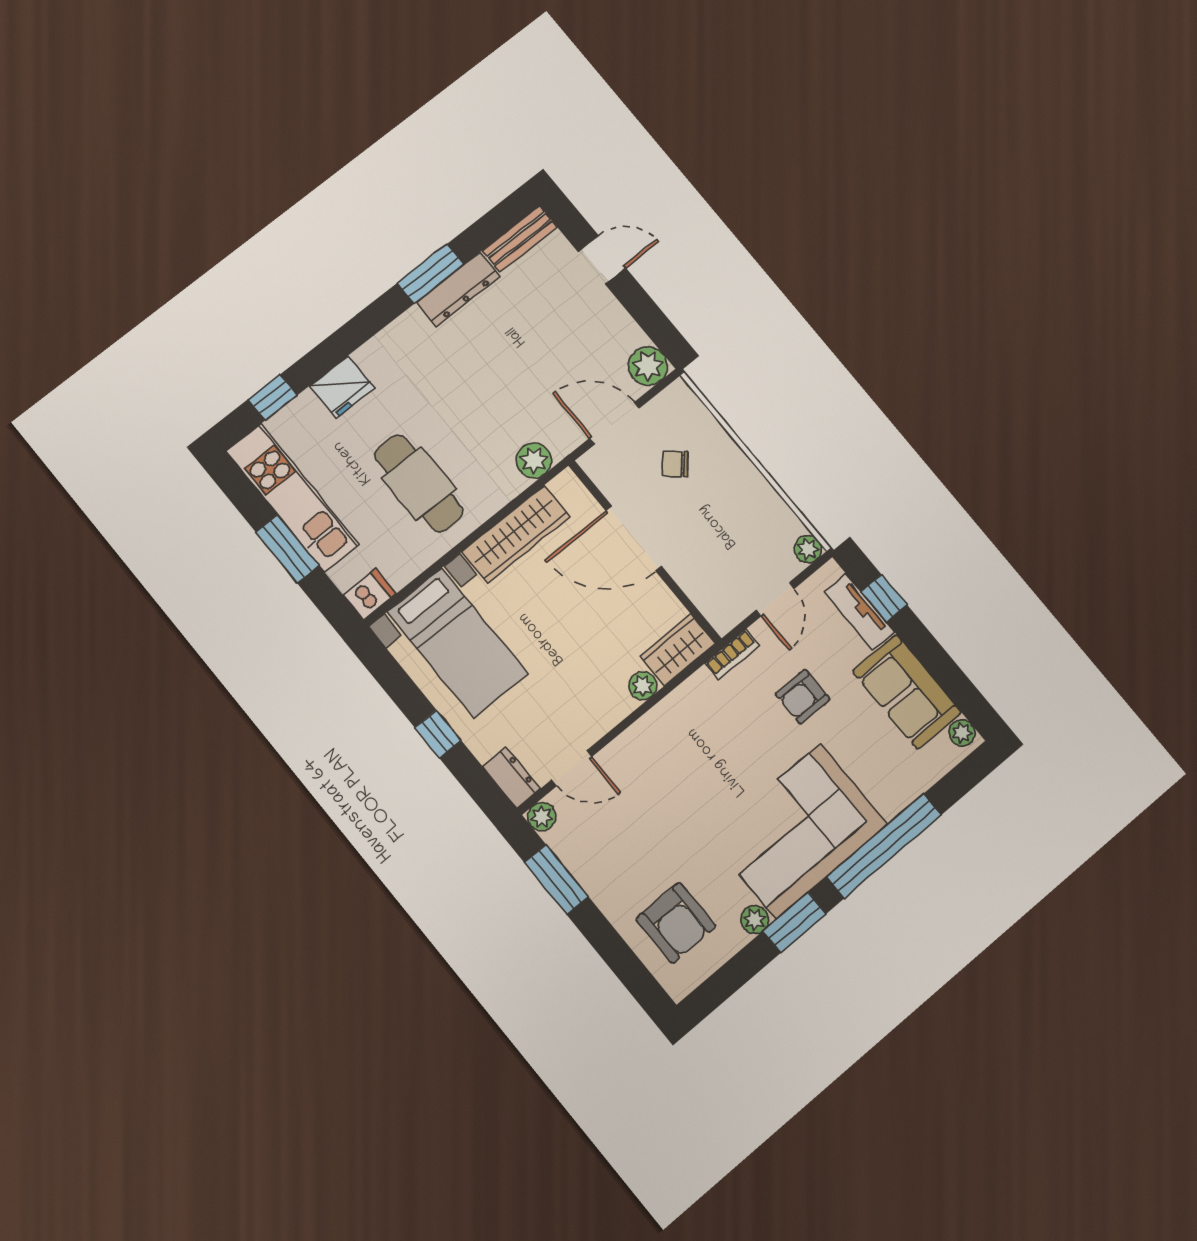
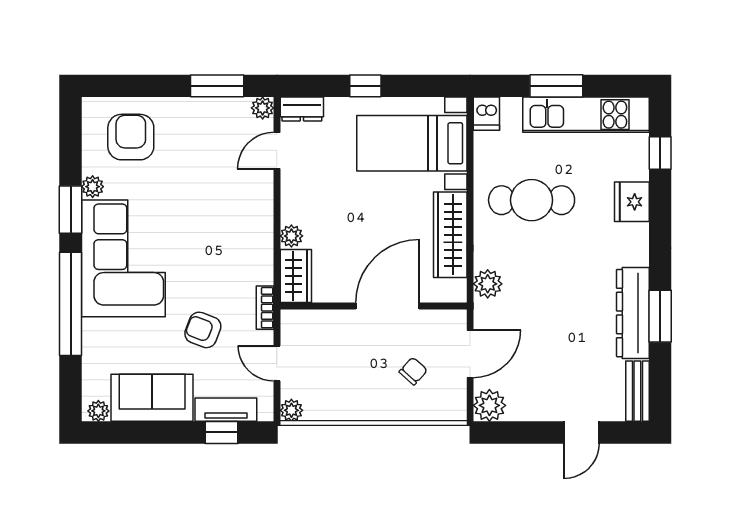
dresser: (458, 289) -> (633, 313), width x1.37, depth x1.24
armchair: (803, 697) -> (203, 330), turned -69
armchair: (676, 923) -> (131, 137), turned 90

